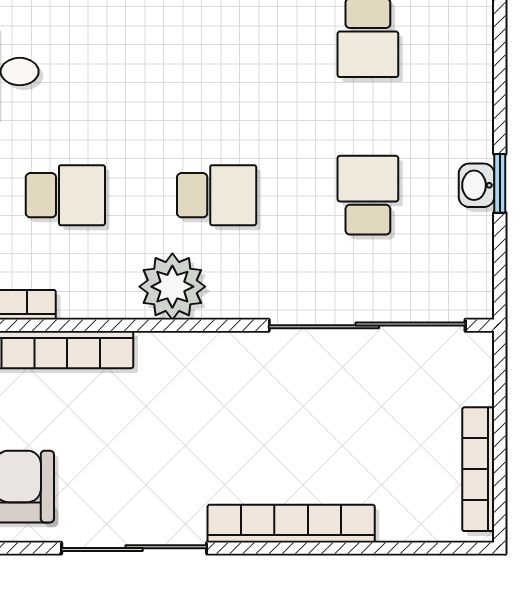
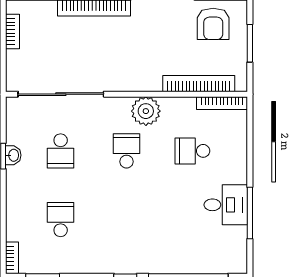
school desk: (217, 195) -> (126, 151), turned 90
bookcase: (478, 469) -> (12, 31), width x0.64

